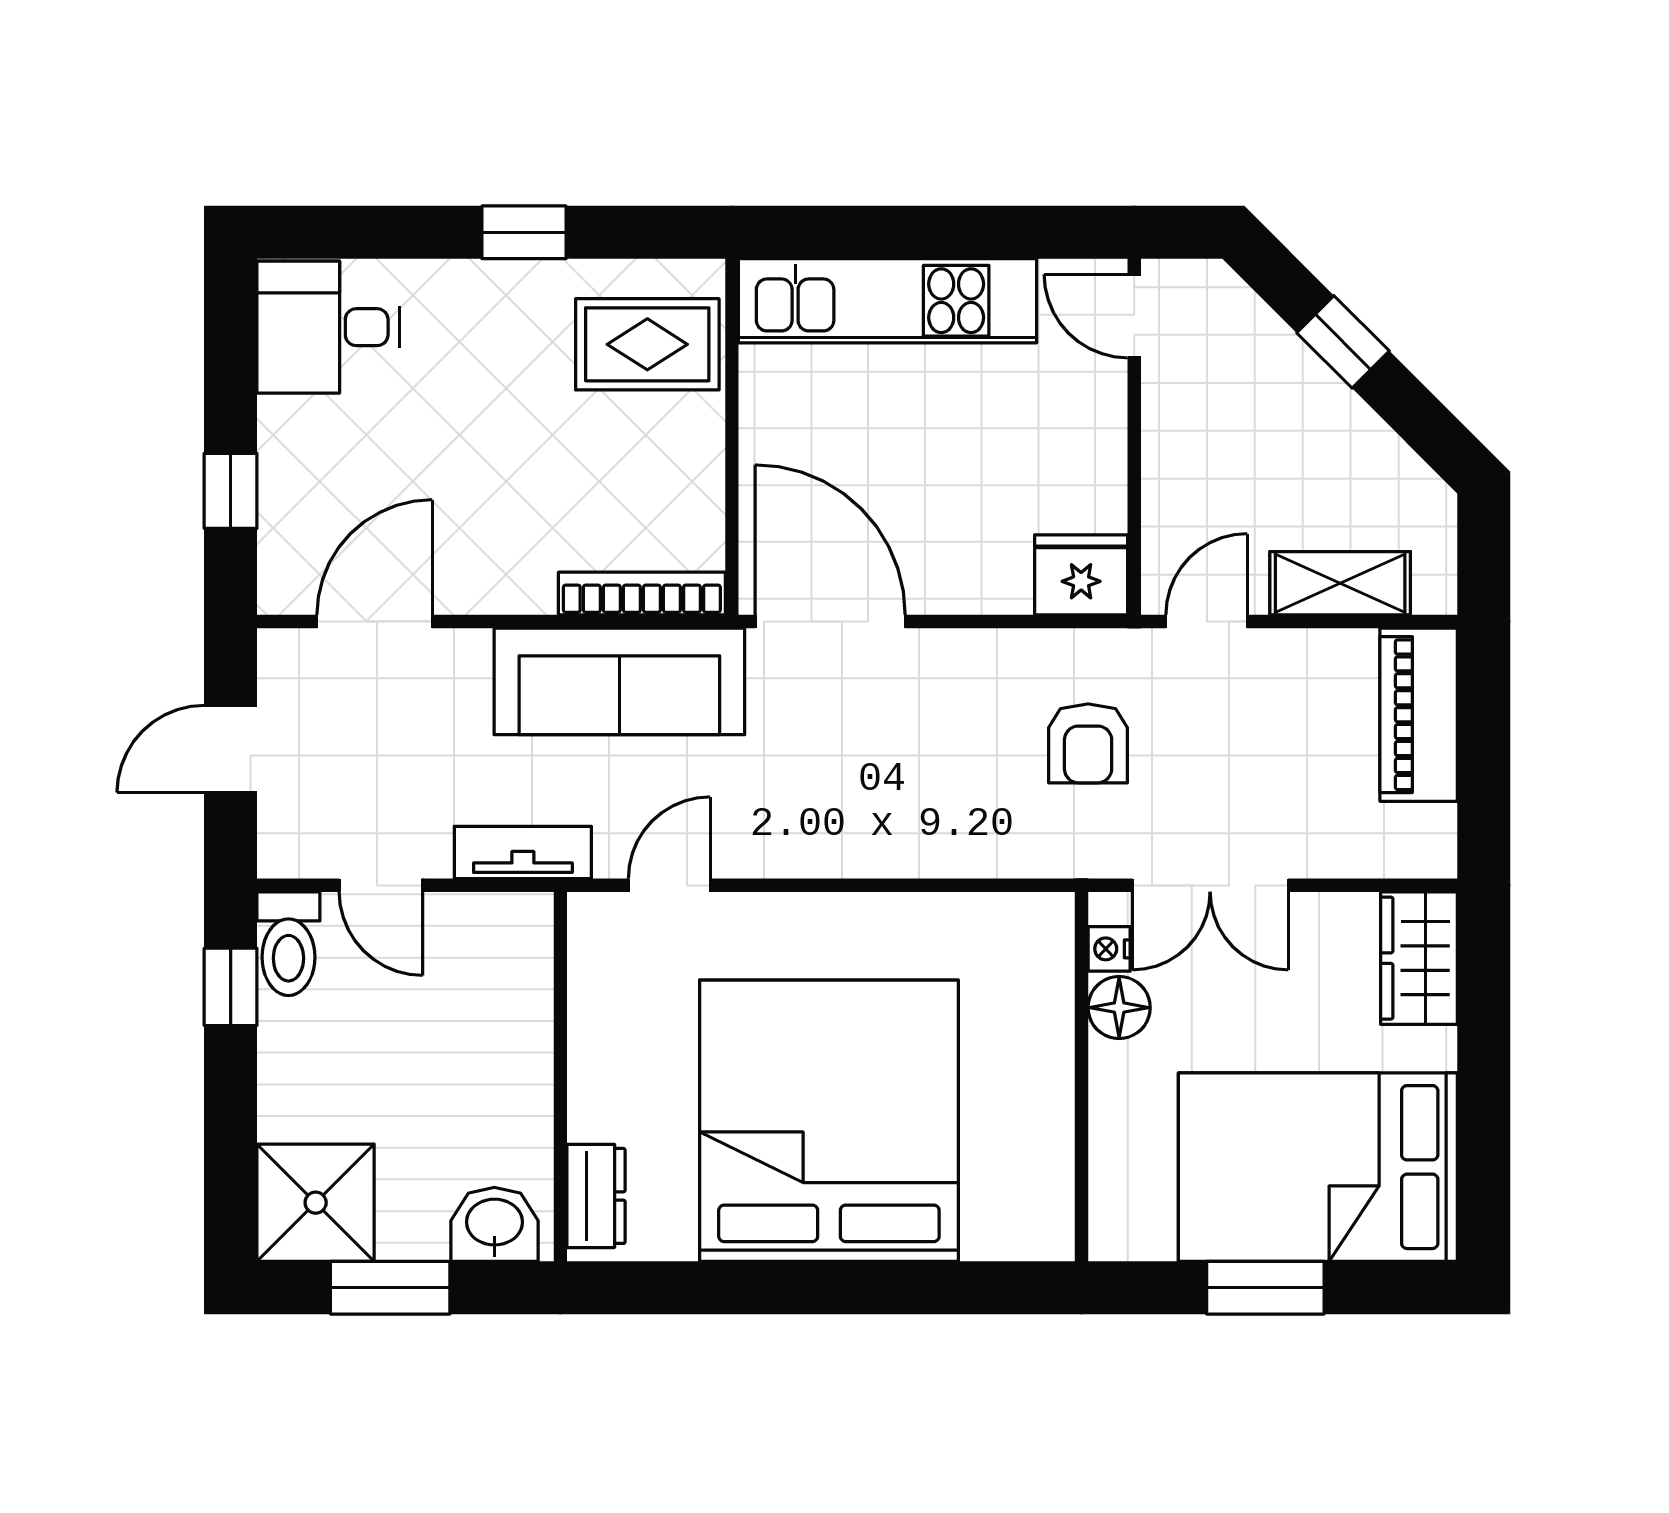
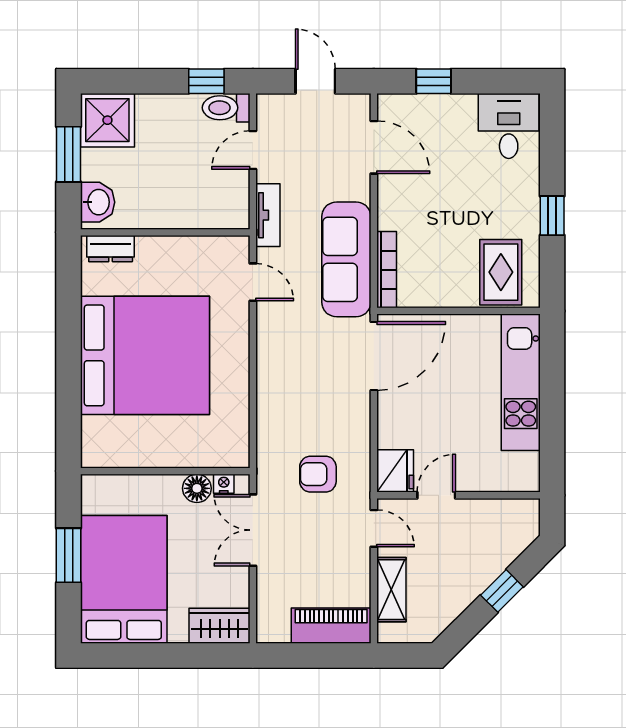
door: (1134, 316) -> (436, 495), moved

